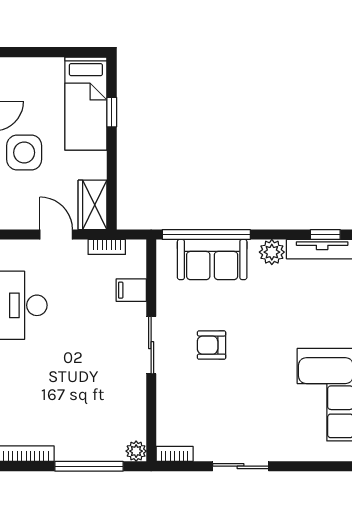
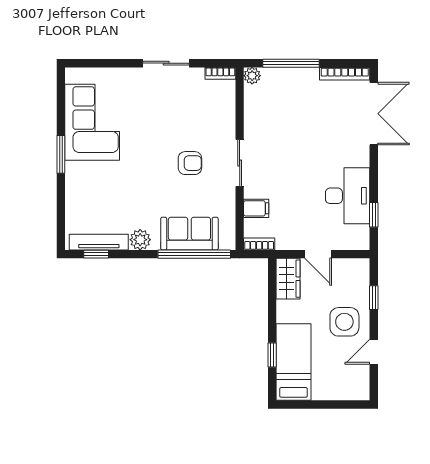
bookcase: (107, 247) -> (259, 244), moved

